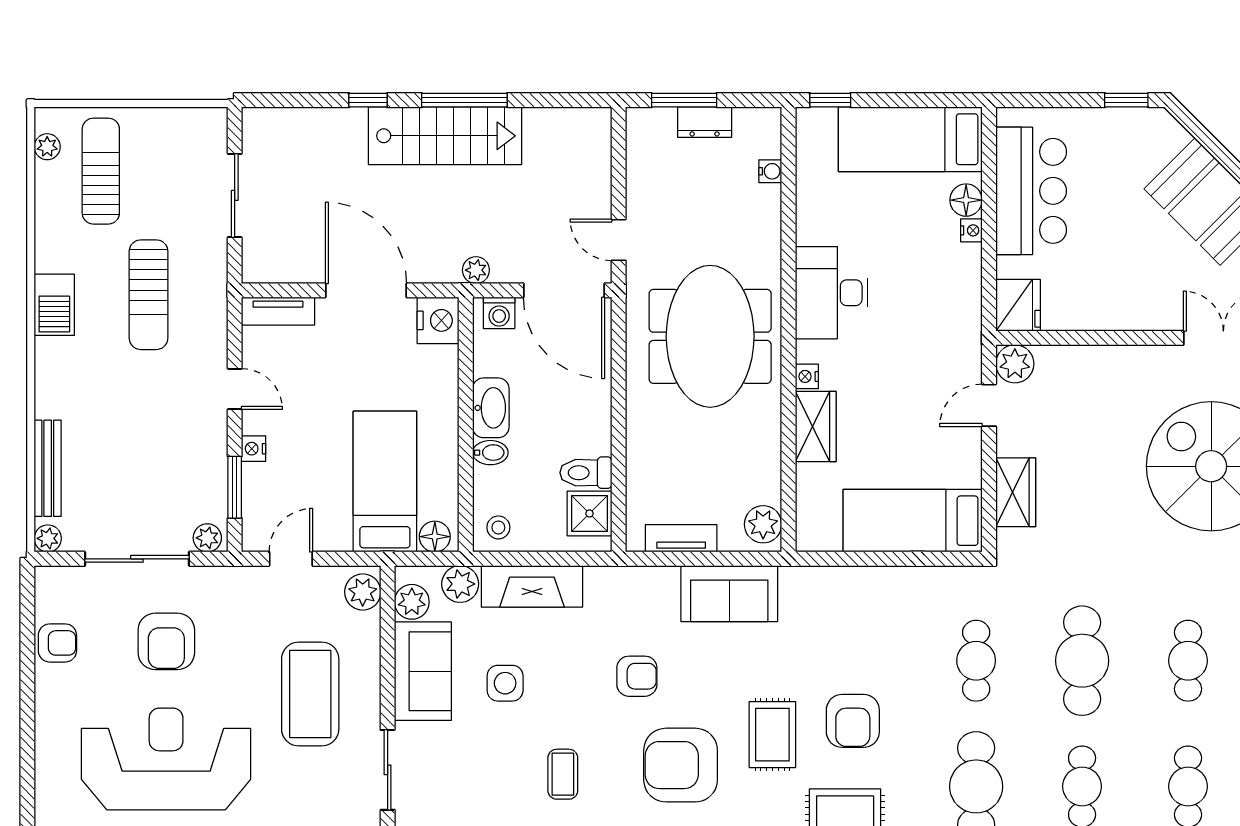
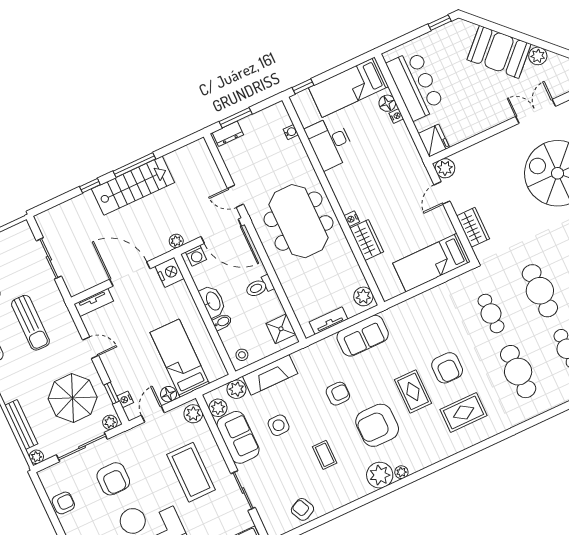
dresser: (705, 122) -> (228, 134), moved
desk: (832, 293) -> (330, 143), moved
nightstand: (254, 449) -> (125, 399), moved
parasol: (161, 464) -> (73, 398), added
toilet: (586, 473) -> (259, 287), moved
window: (235, 487) -> (112, 393), width x0.67
floor lamp: (435, 537) -> (169, 394), moved

